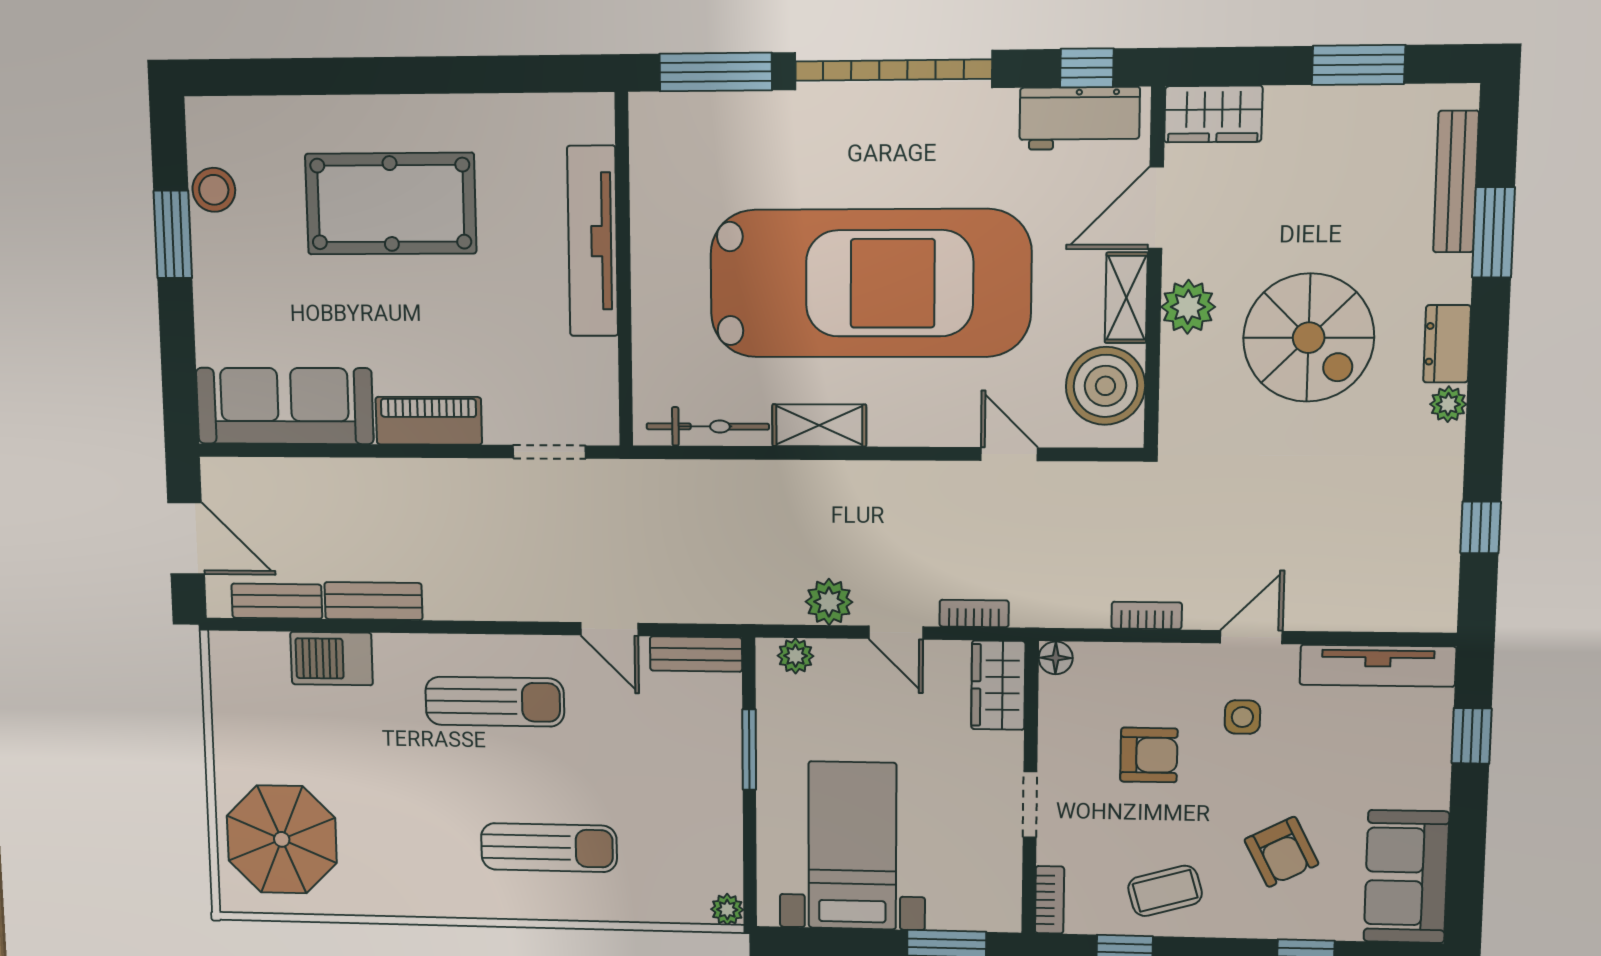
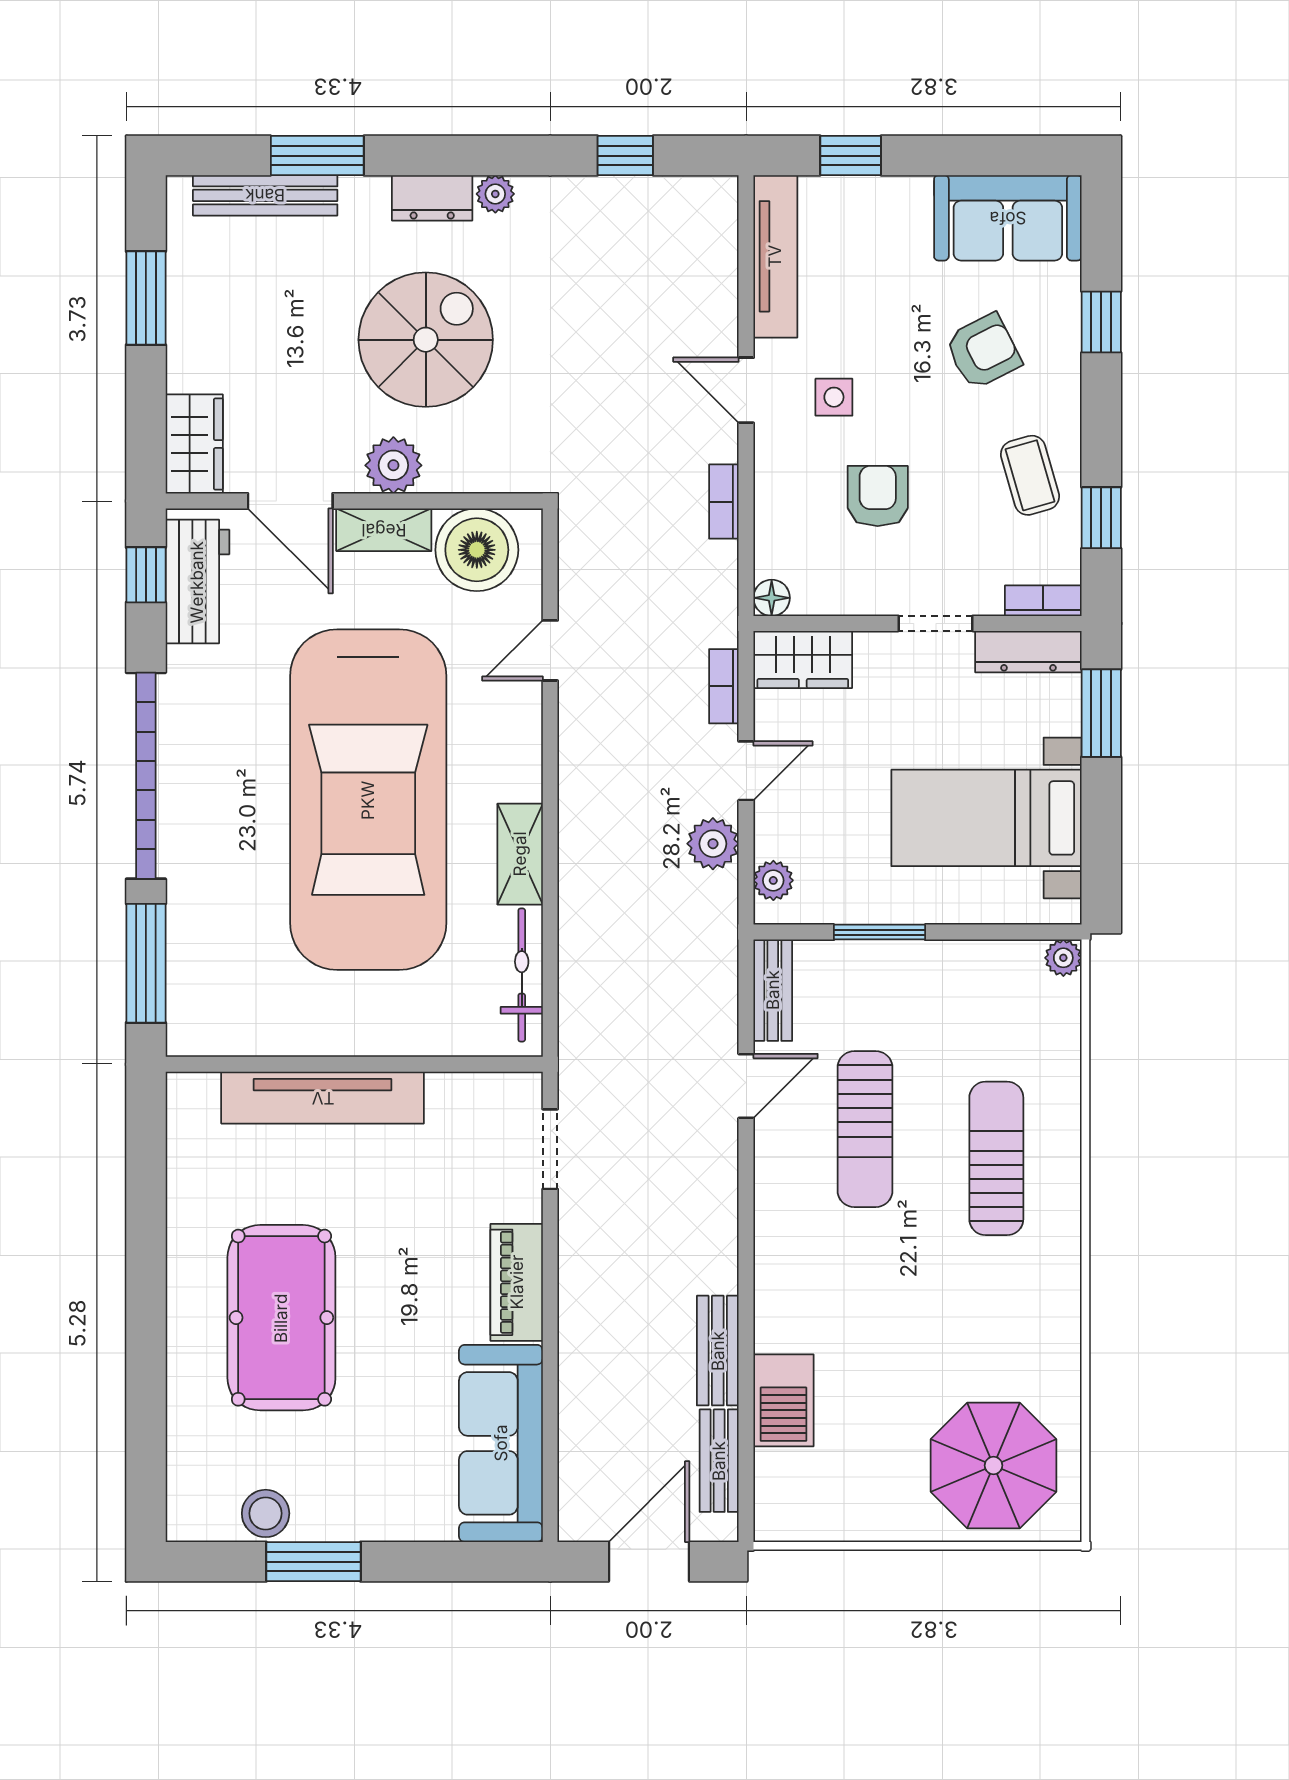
car: (870, 283) -> (368, 800), turned 180
sun lounger: (495, 702) -> (865, 1129), moved, turned 180
dresser: (1003, 886) -> (1028, 652), added

